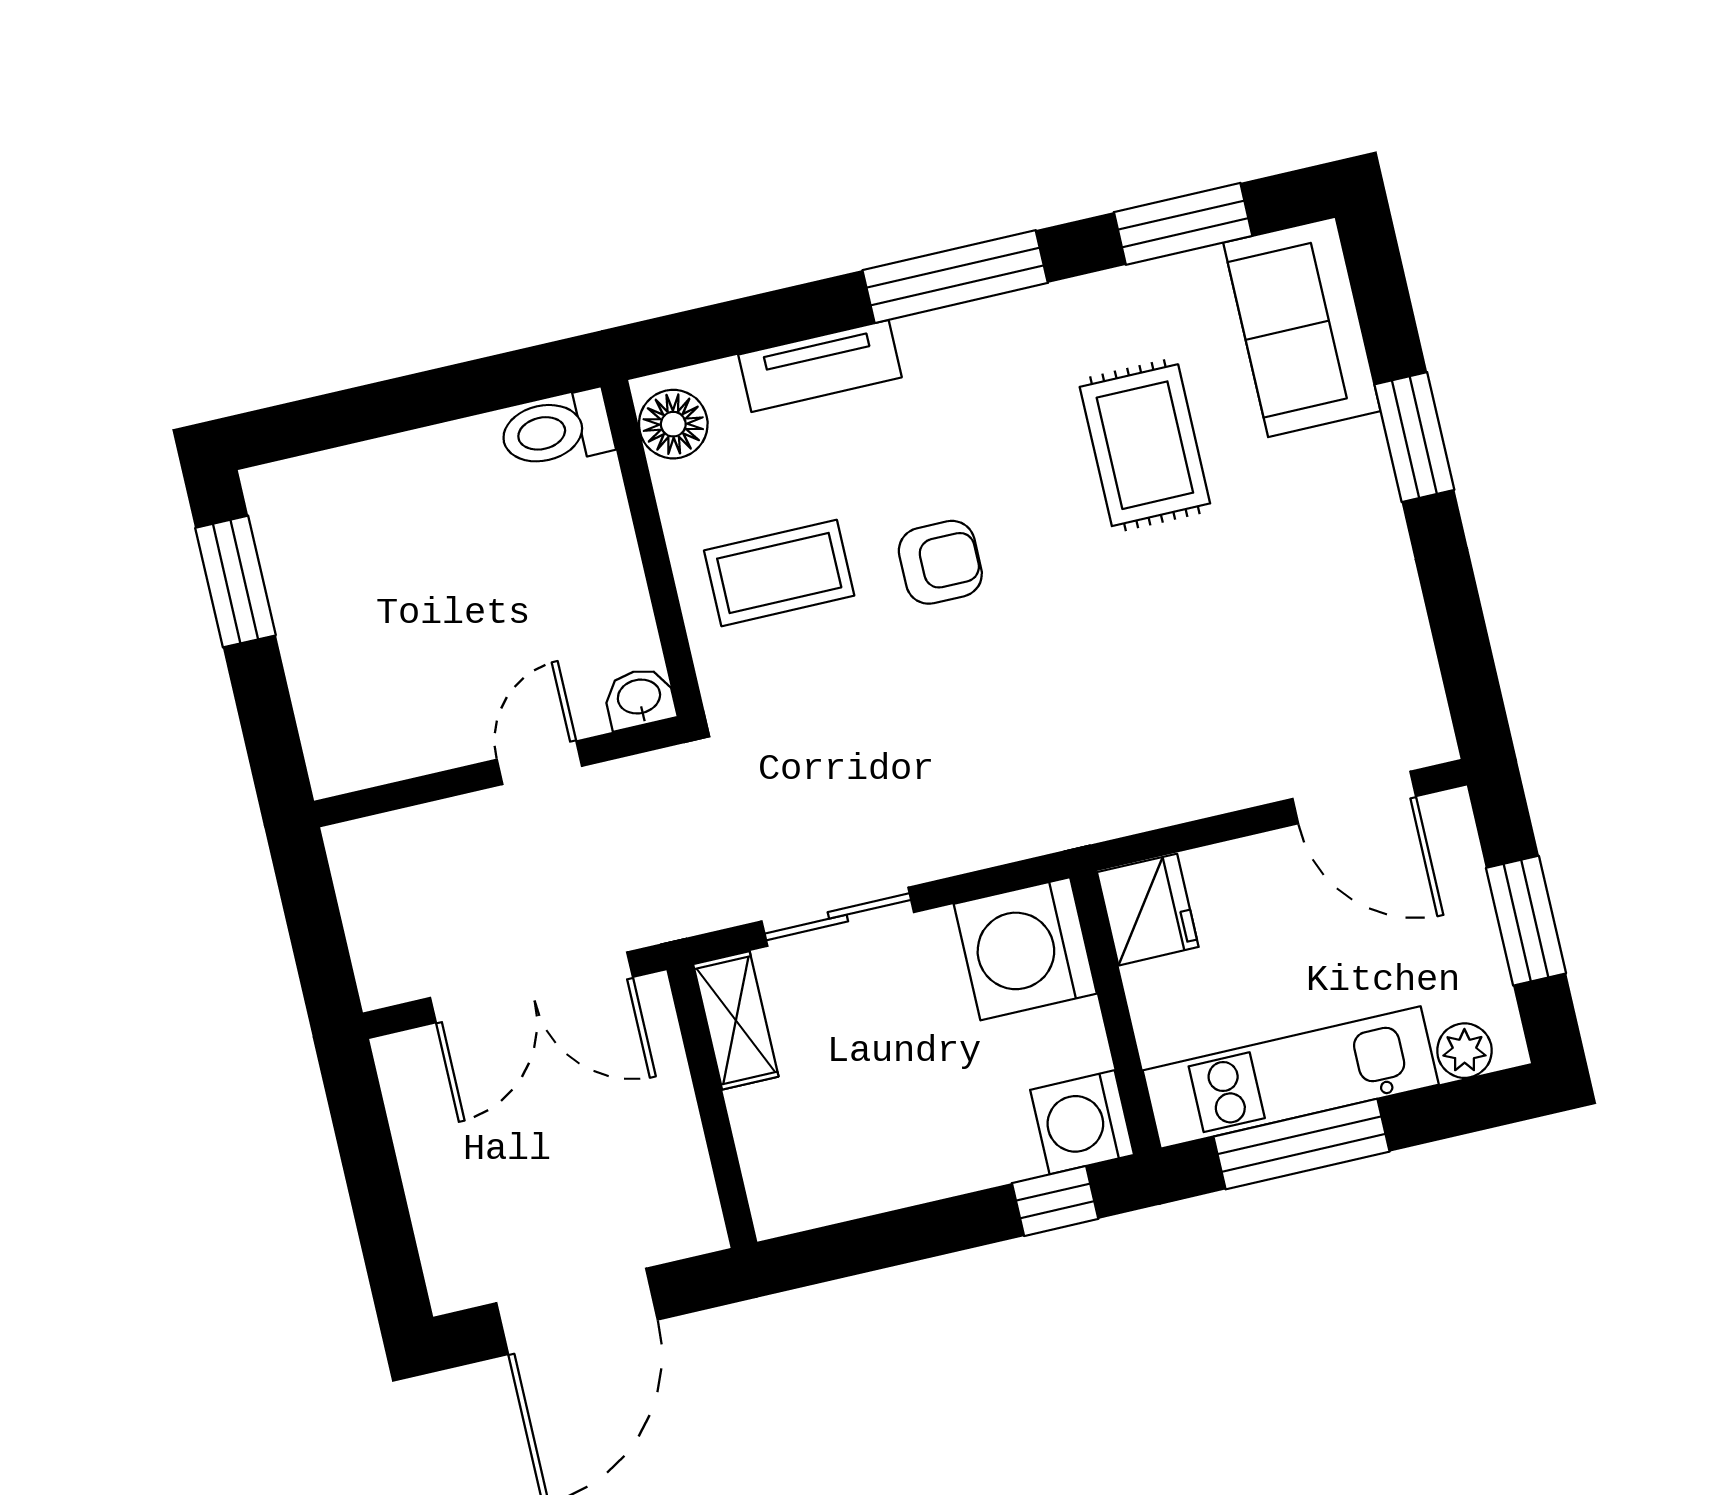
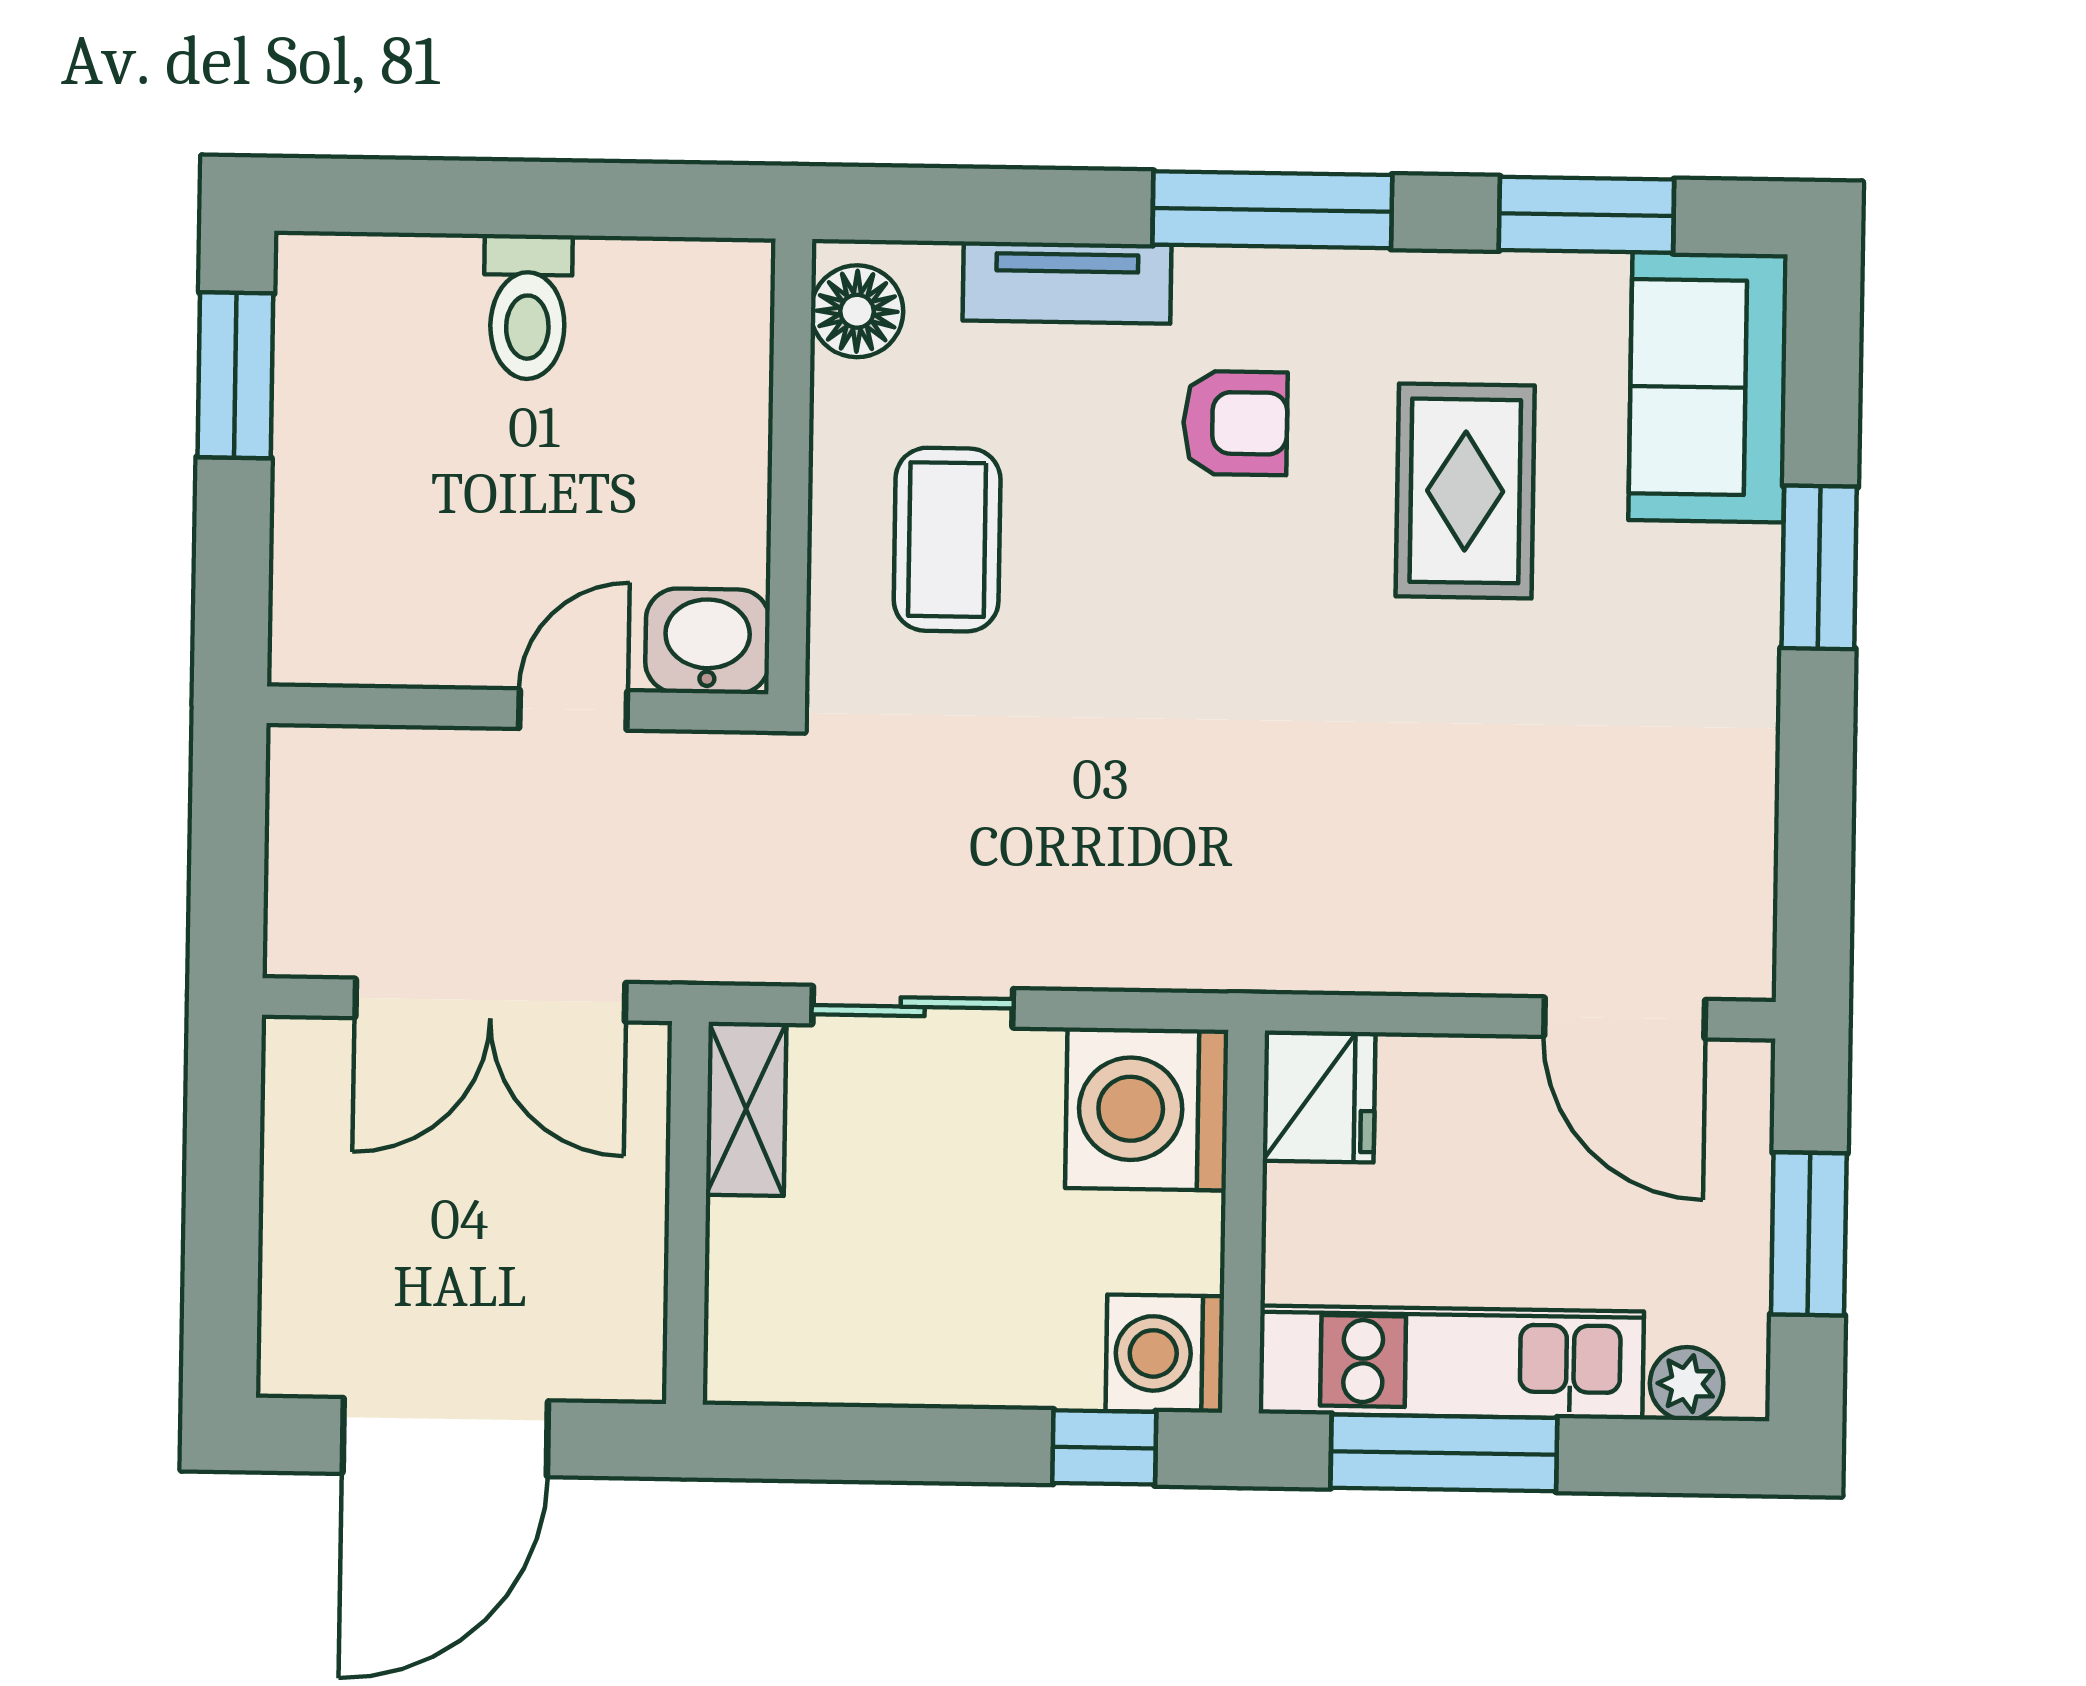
toilet: (556, 430) -> (528, 307), moved, turned -90
armchair: (940, 562) -> (1235, 423), moved
coffee table: (779, 573) -> (947, 540), turned 90
washbasin: (639, 698) -> (707, 641), width x1.38, depth x1.45

